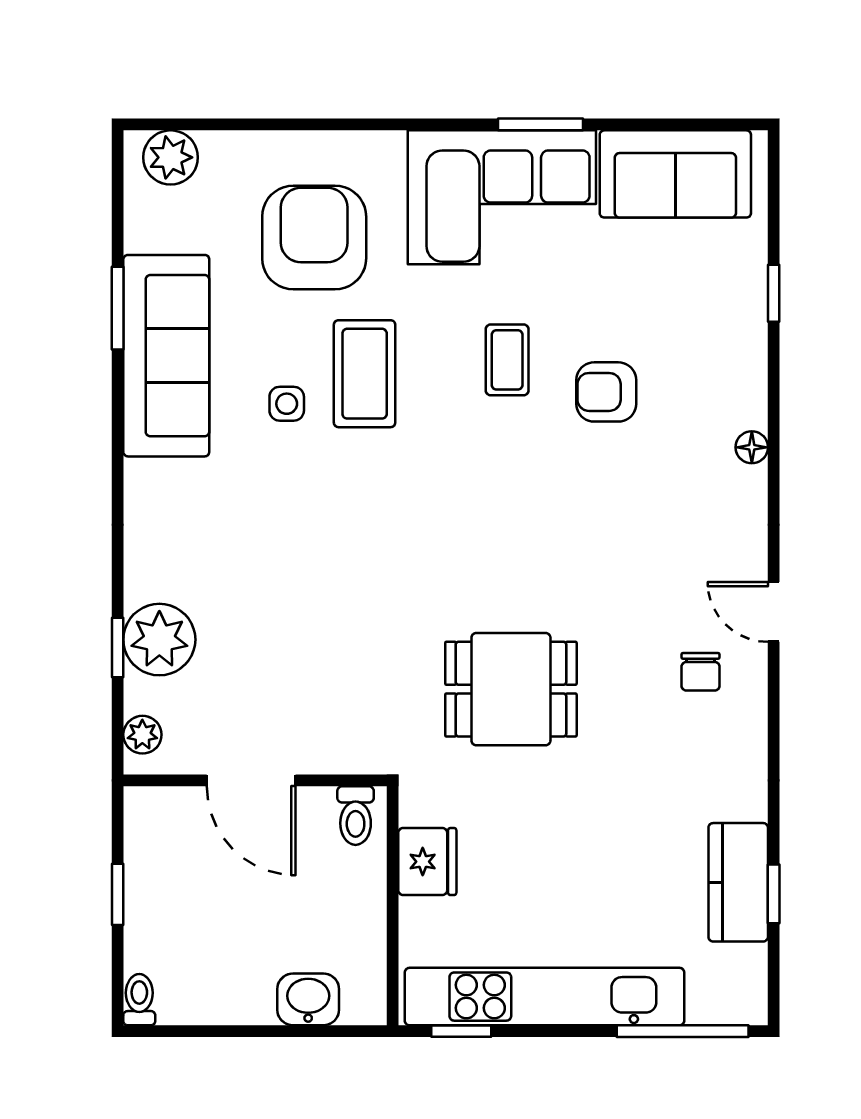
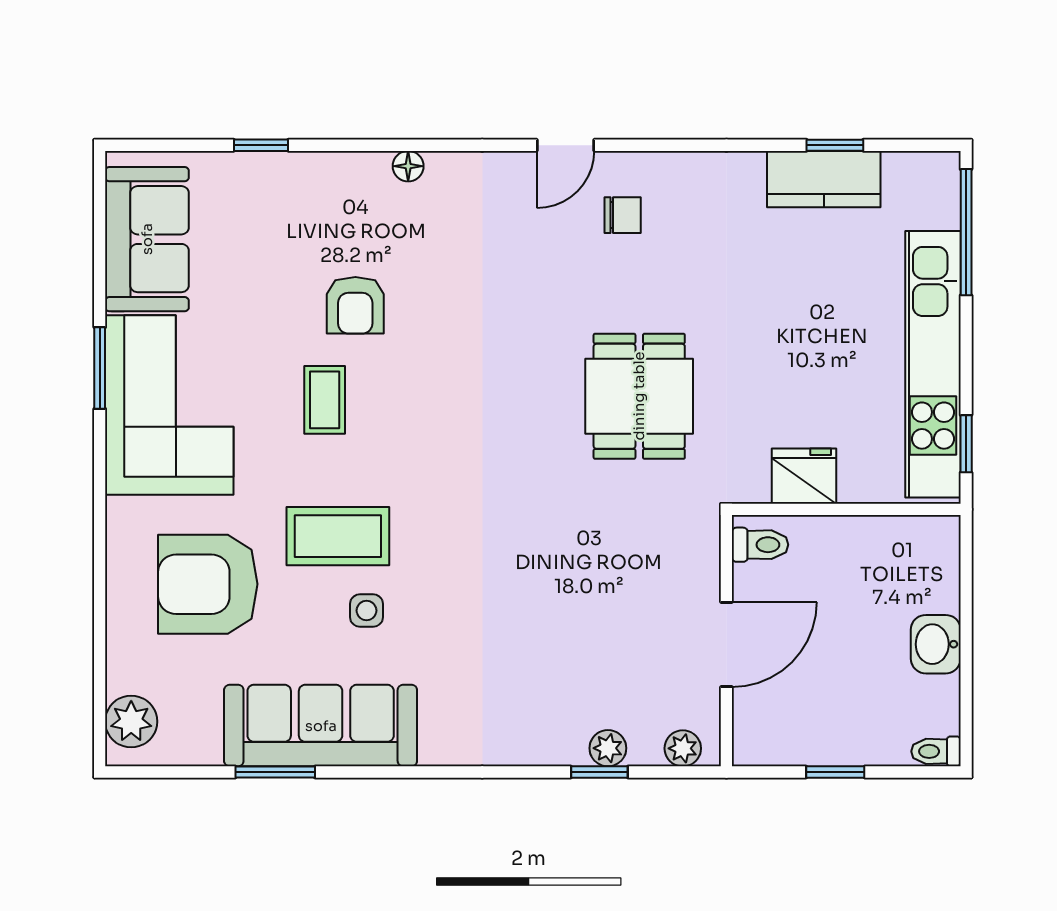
coffee table: (507, 360) -> (325, 400), turned 90
plant: (159, 640) -> (608, 748), width x0.53, depth x0.53
washbasin: (308, 999) -> (936, 644), moved

